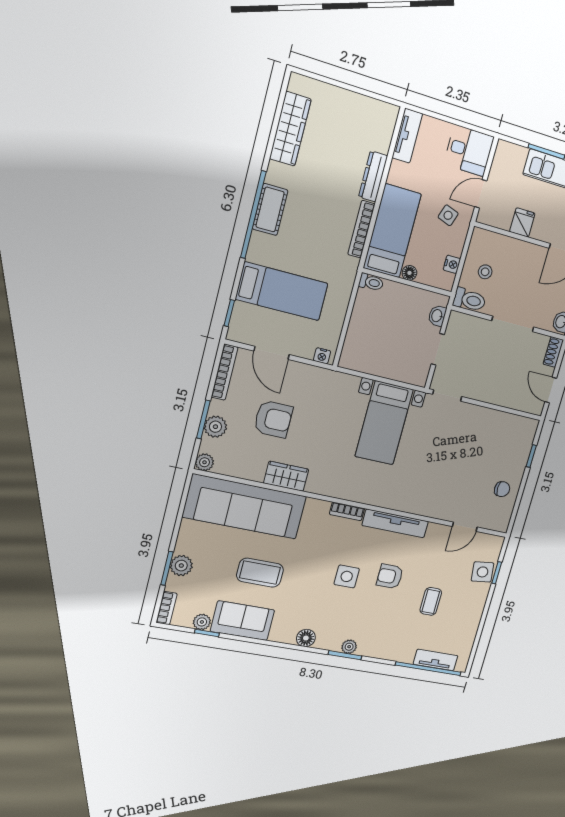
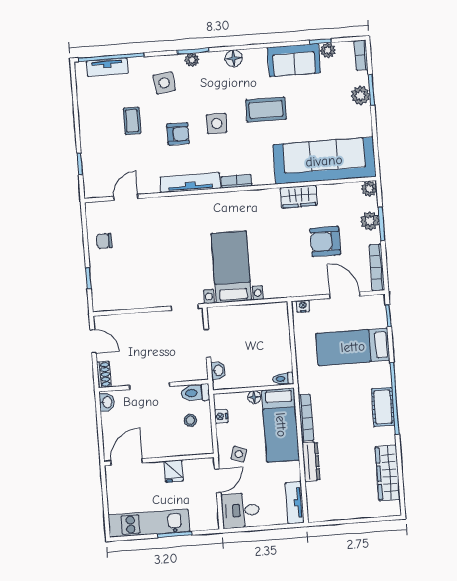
side table: (483, 572) -> (164, 83), moved
coffee table: (260, 573) -> (266, 110), moved

